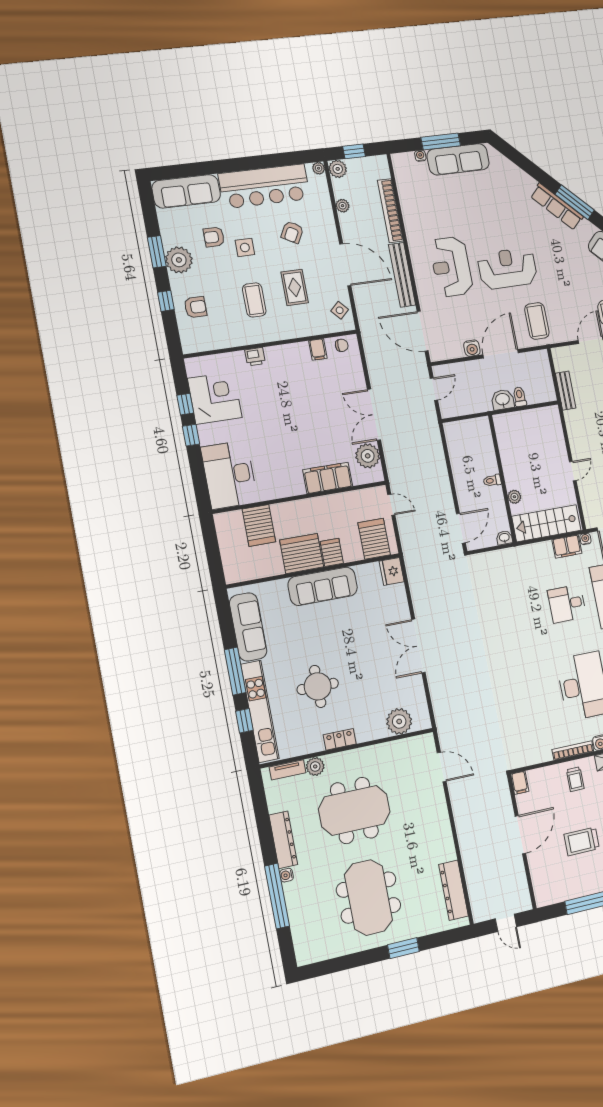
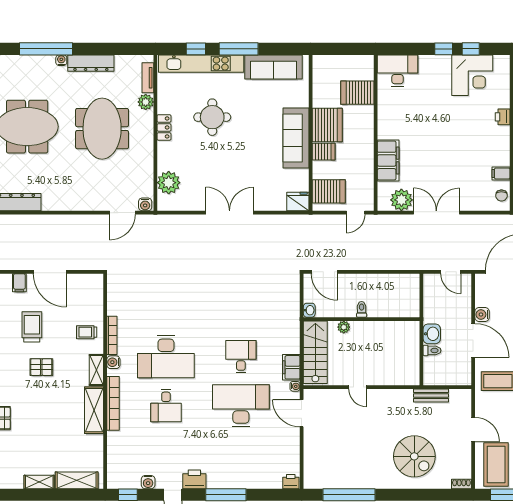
desk: (229, 475) -> (397, 71), width x0.73, depth x0.77
water cooler: (428, 743) -> (145, 204), added
filing cabinet: (520, 783) -> (19, 283), moved, turned -90

